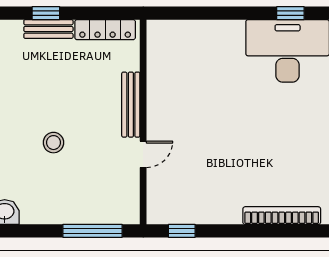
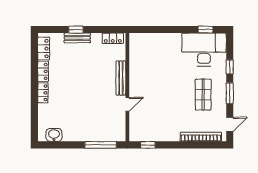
locker: (105, 30) -> (113, 38), width x0.66
shop shelf: (286, 136) -> (203, 95), added
stool: (53, 143) -> (80, 98), removed

